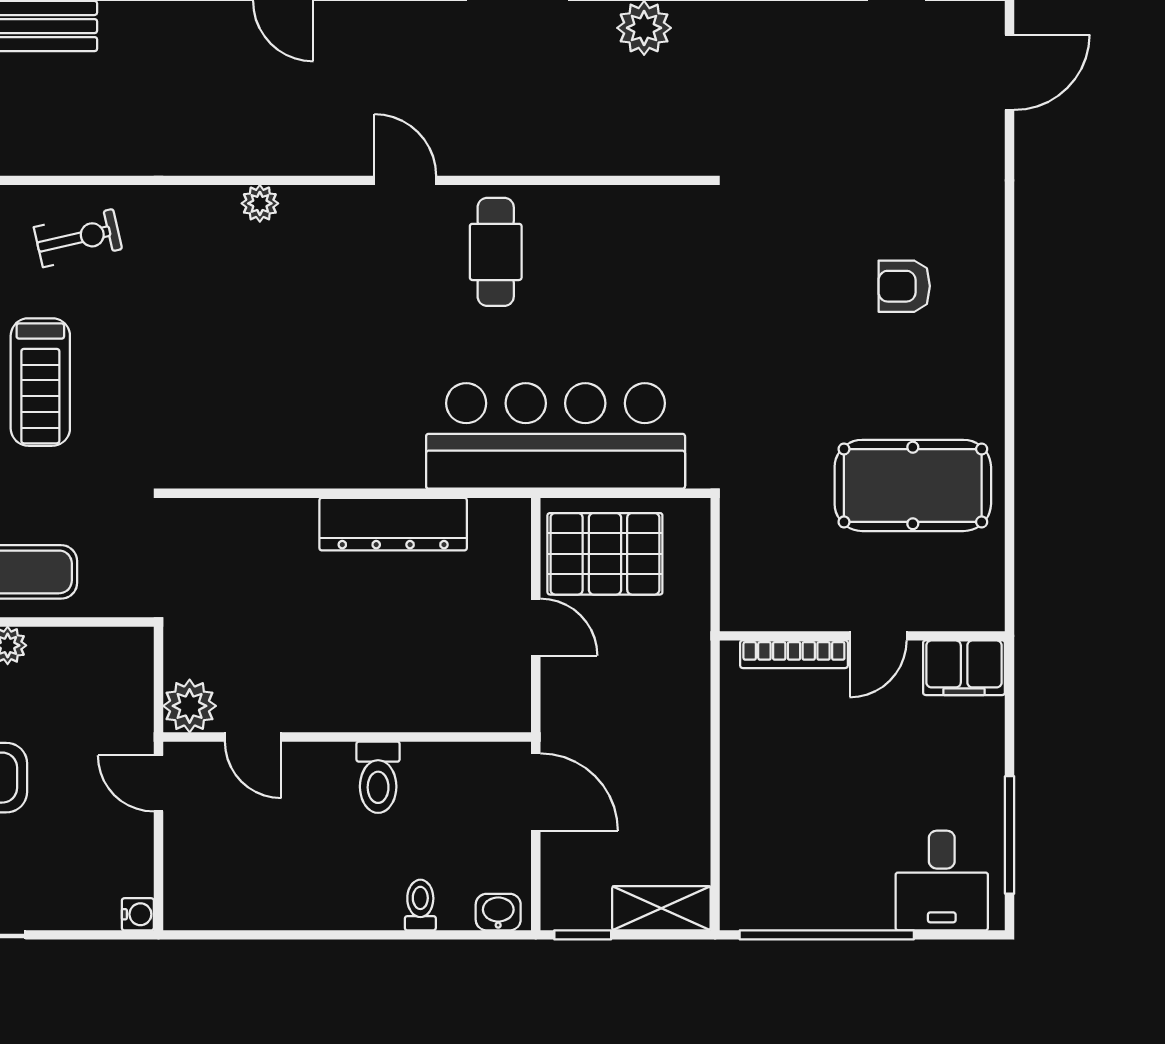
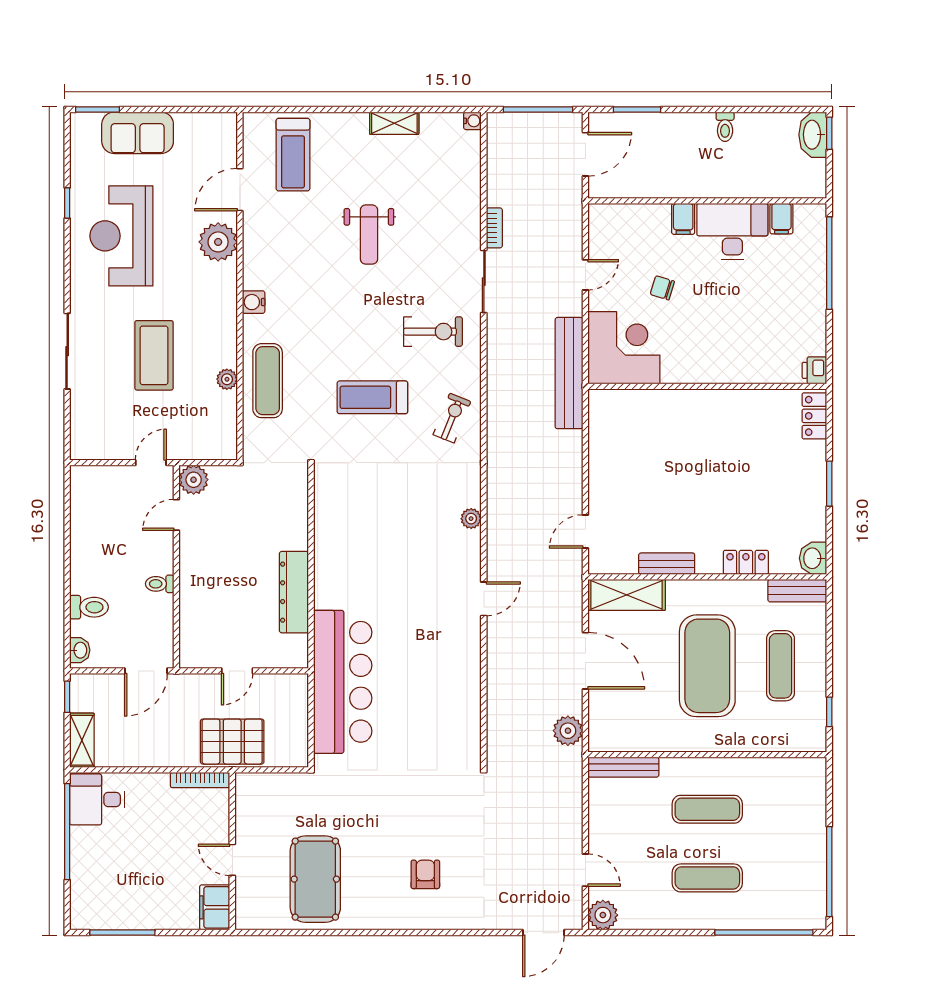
door: (1010, 72) -> (543, 933), hinge flipped
exercise bike: (78, 238) -> (452, 418), turned -145
cafe table: (496, 252) -> (444, 649), removed
pallet: (605, 554) -> (232, 742), moved, turned 90
bookcase: (794, 654) -> (200, 780), moved, turned -90
toilet: (378, 777) -> (160, 584), width x0.73, depth x0.72
desk: (942, 880) -> (97, 799), moved
toilet: (420, 905) -> (89, 607), width x1.37, depth x1.39
water cooler: (138, 914) -> (79, 451), removed

